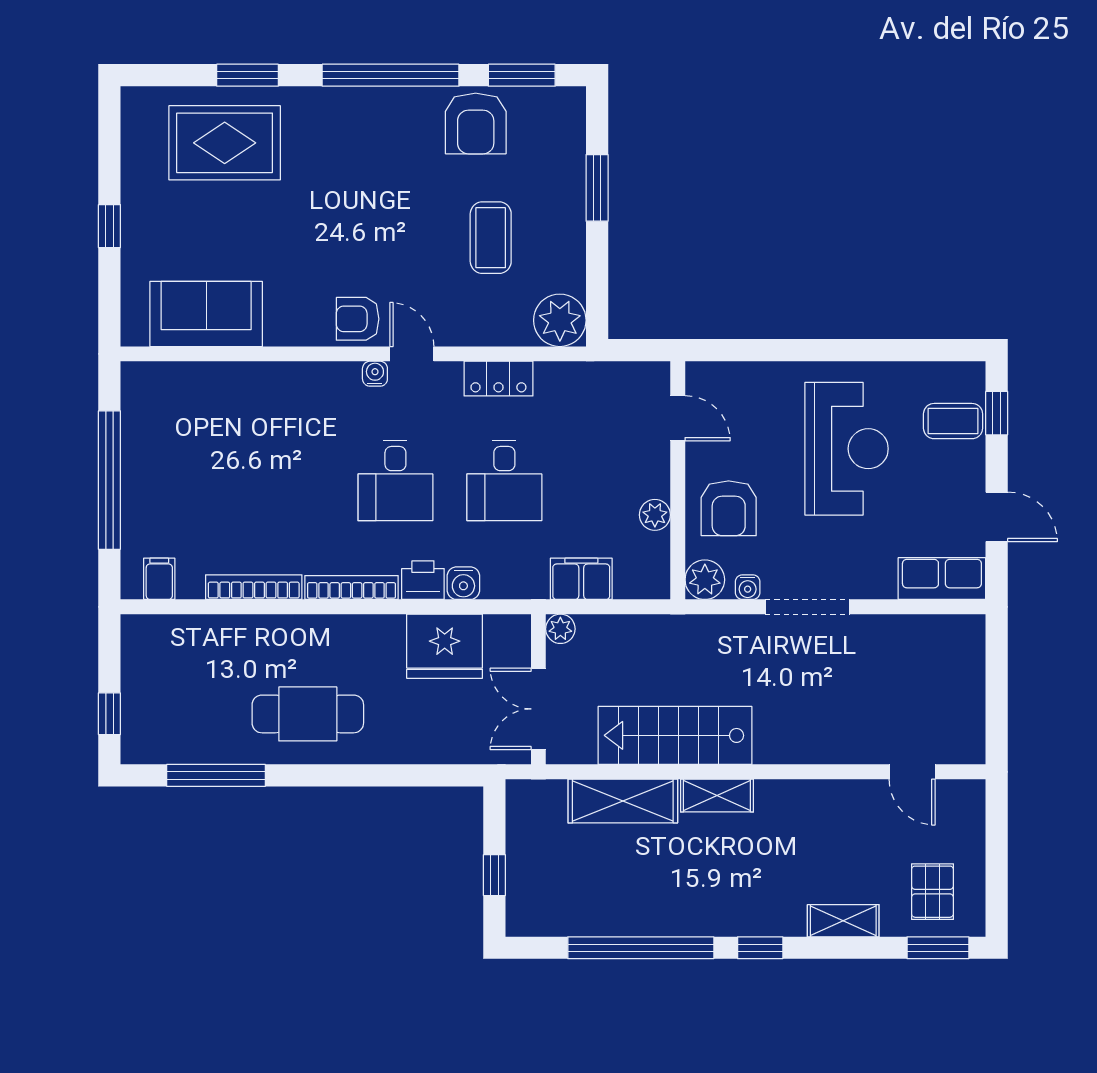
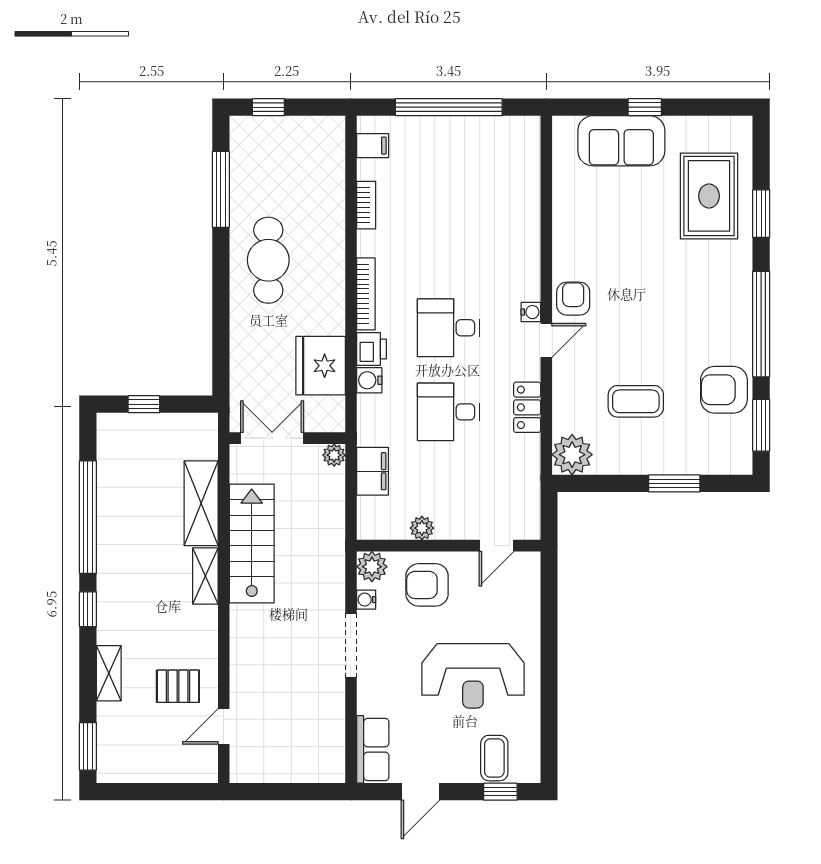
sofa: (206, 314) -> (621, 141), moved, turned 90
bookcase: (254, 587) -> (366, 205), width x0.64
pallet: (932, 892) -> (178, 686), moved

